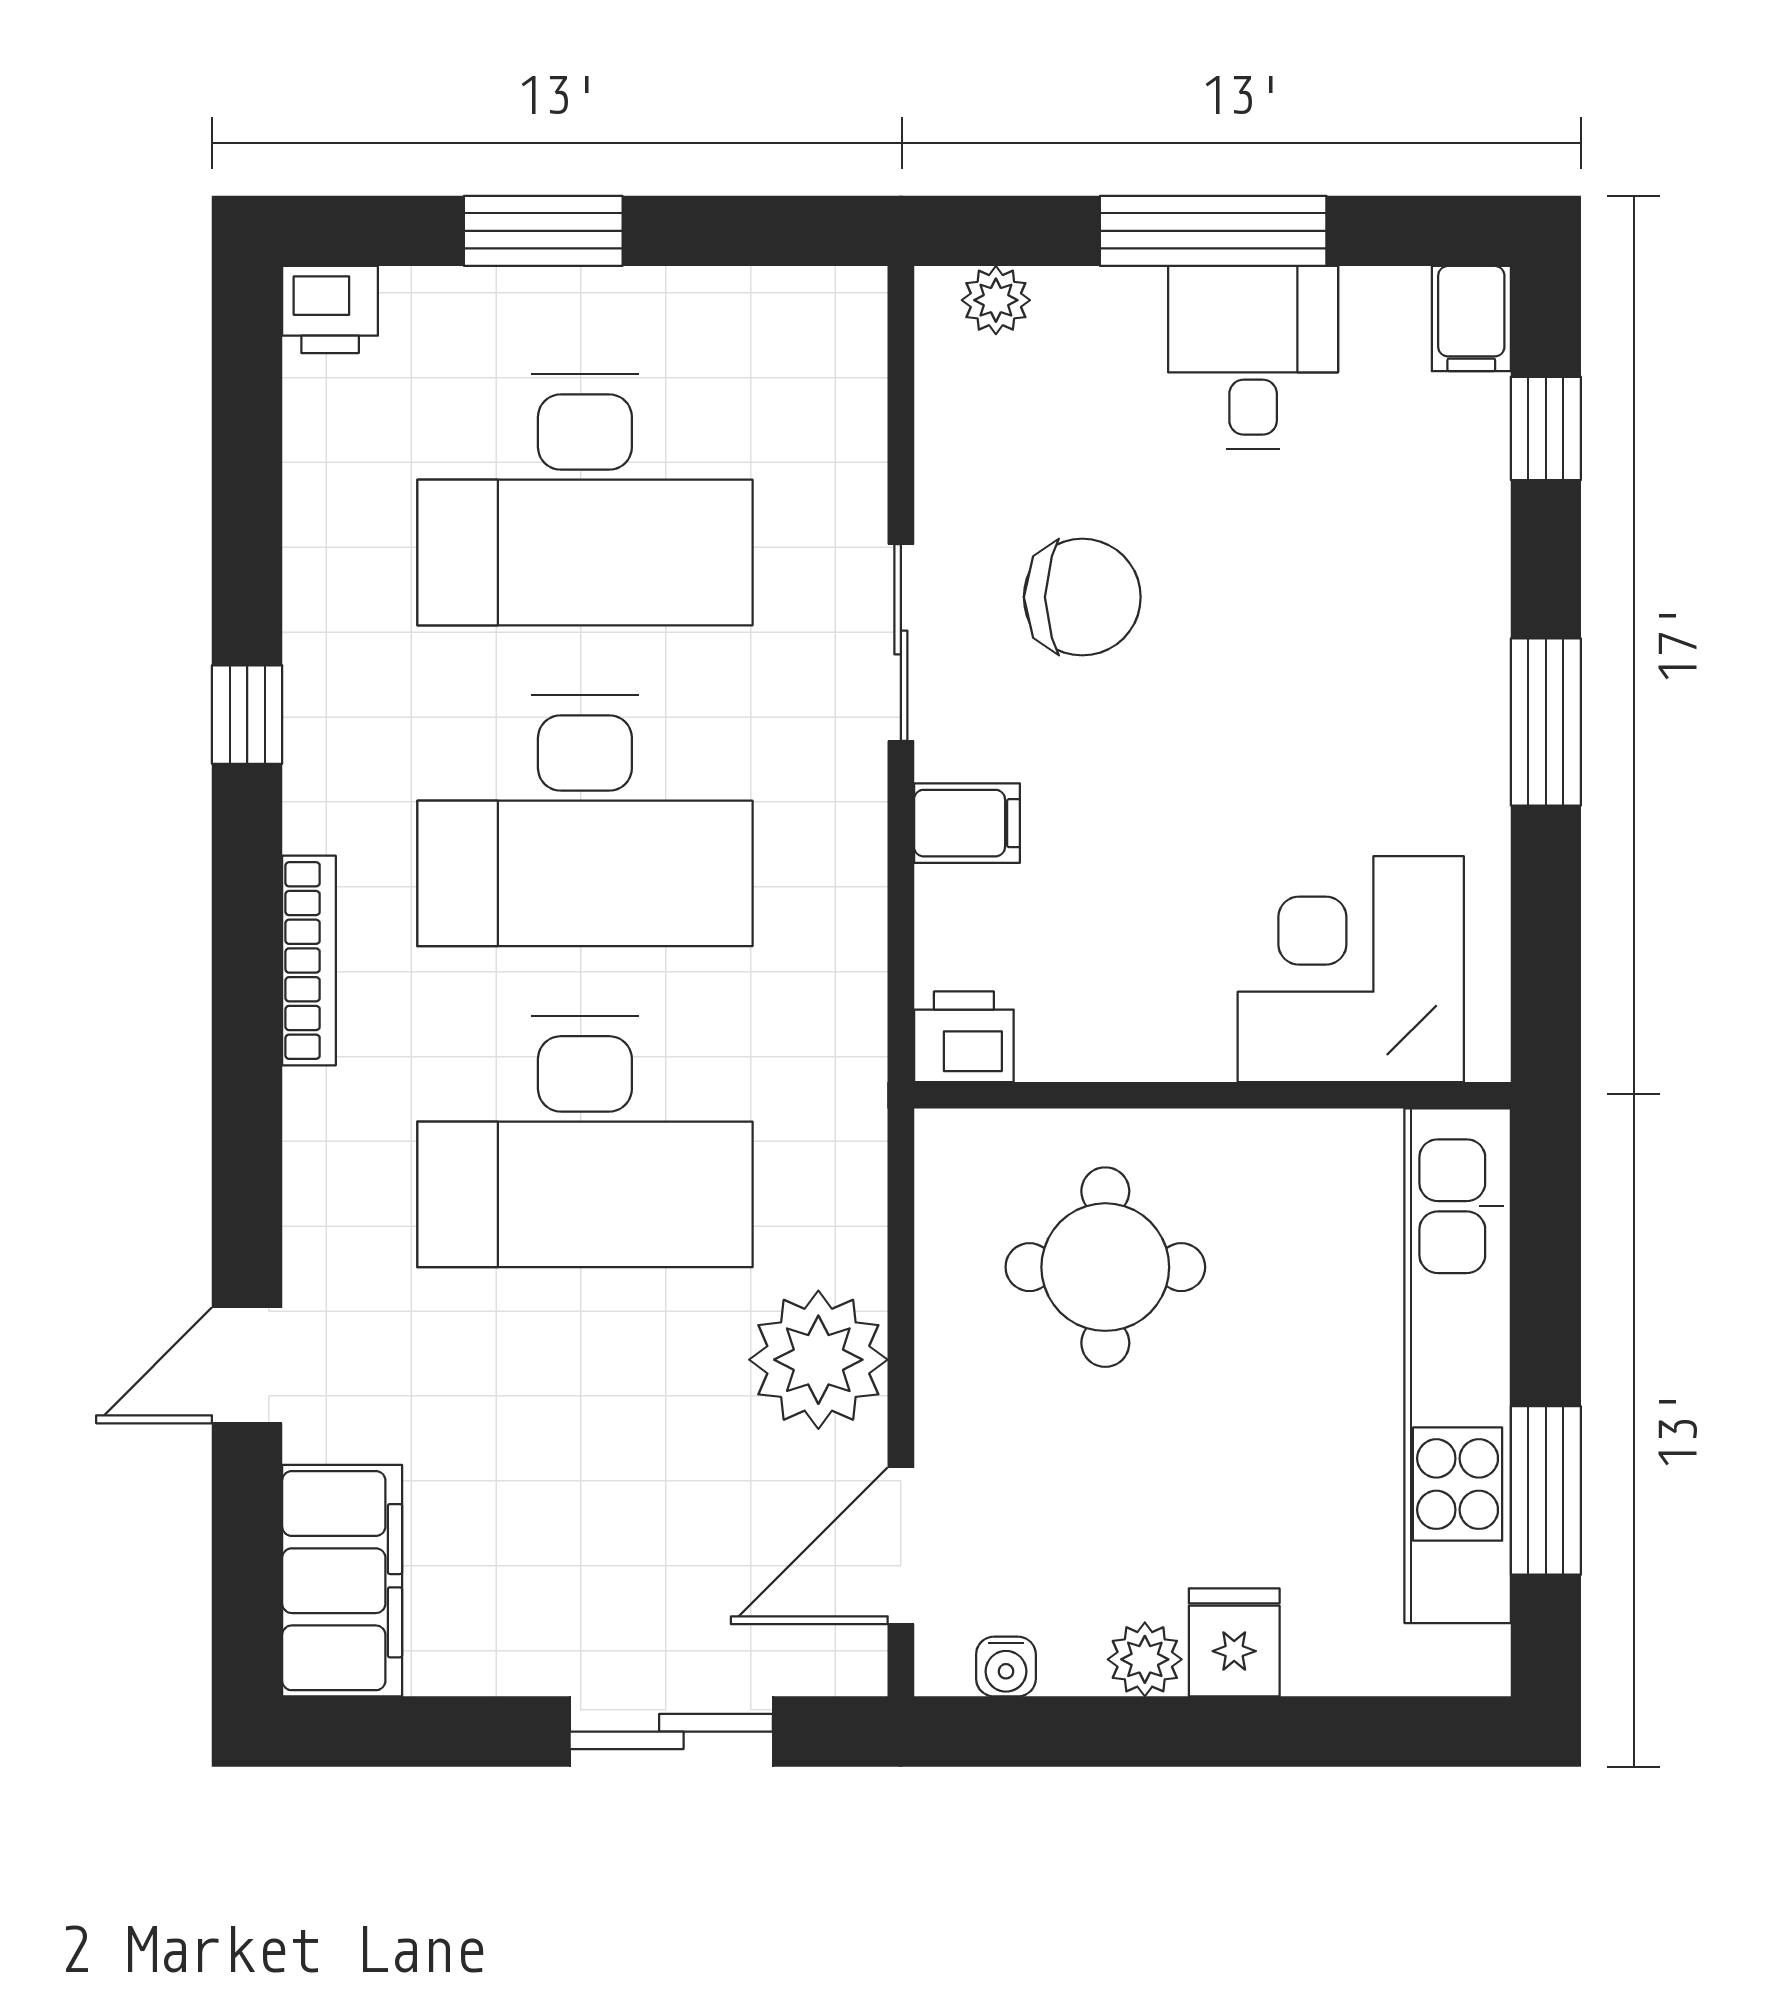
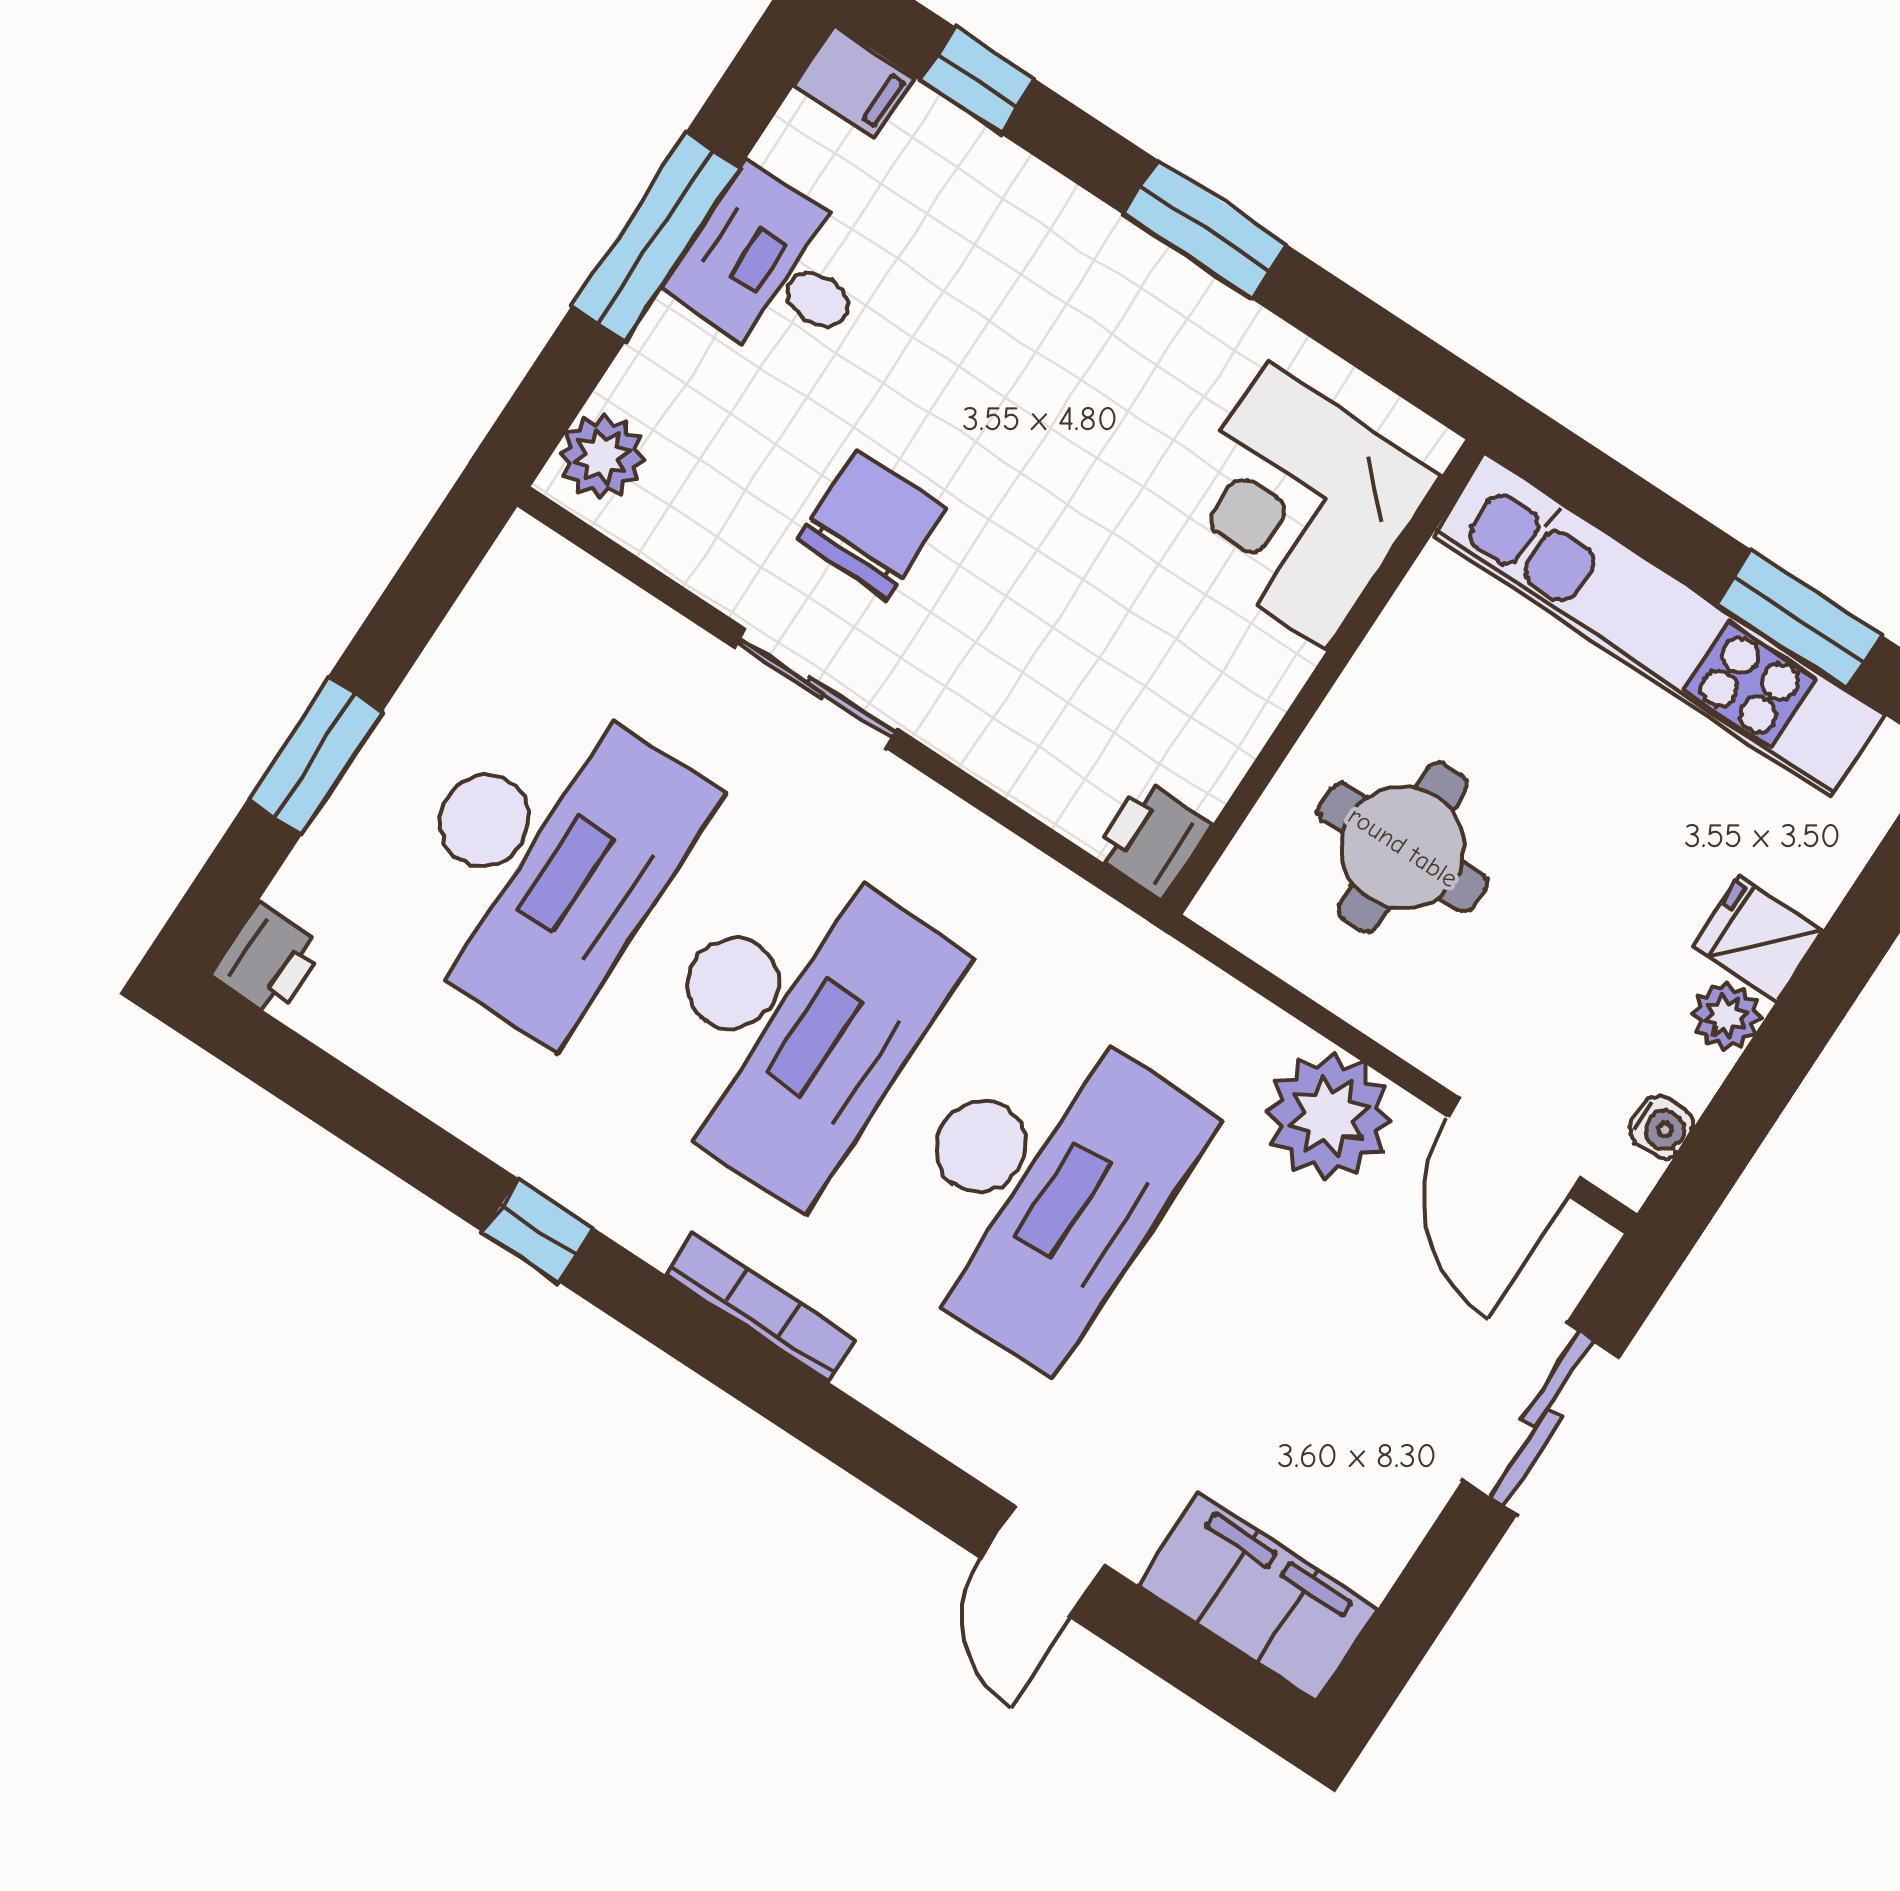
plant: (996, 300) -> (602, 457), width x1.38, depth x1.38
filing cabinet: (967, 823) -> (989, 729), removed

